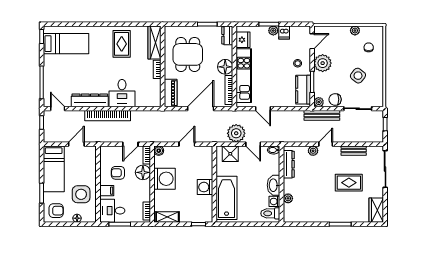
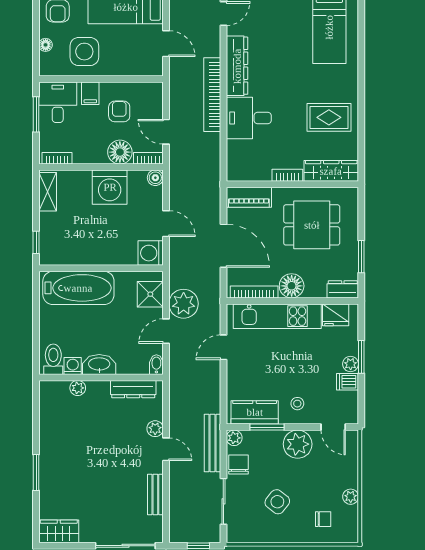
rug: (349, 183) -> (103, 487), removed
washing machine: (205, 187) -> (151, 253), moved, turned -90

